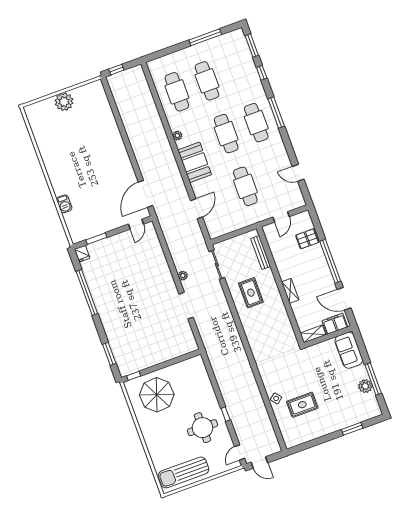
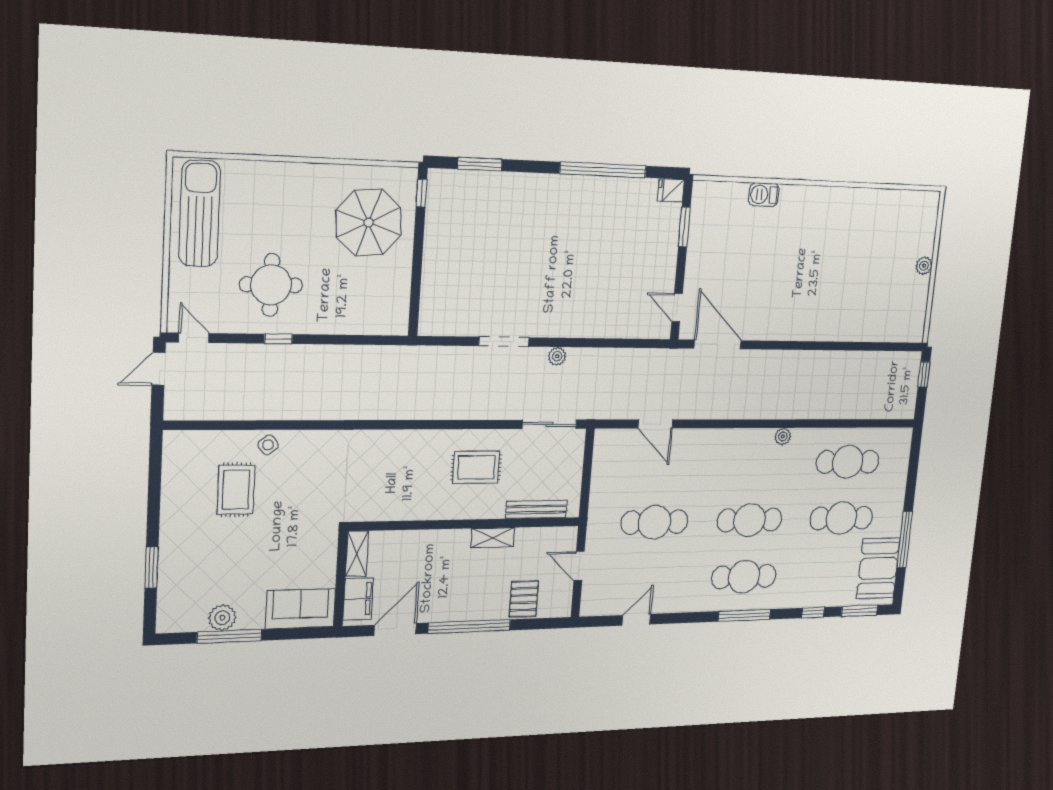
plant: (64, 102) -> (924, 266), width x0.53, depth x0.53
booth: (195, 162) -> (878, 568), moved, turned 90
shelving: (290, 291) -> (493, 538), moved

